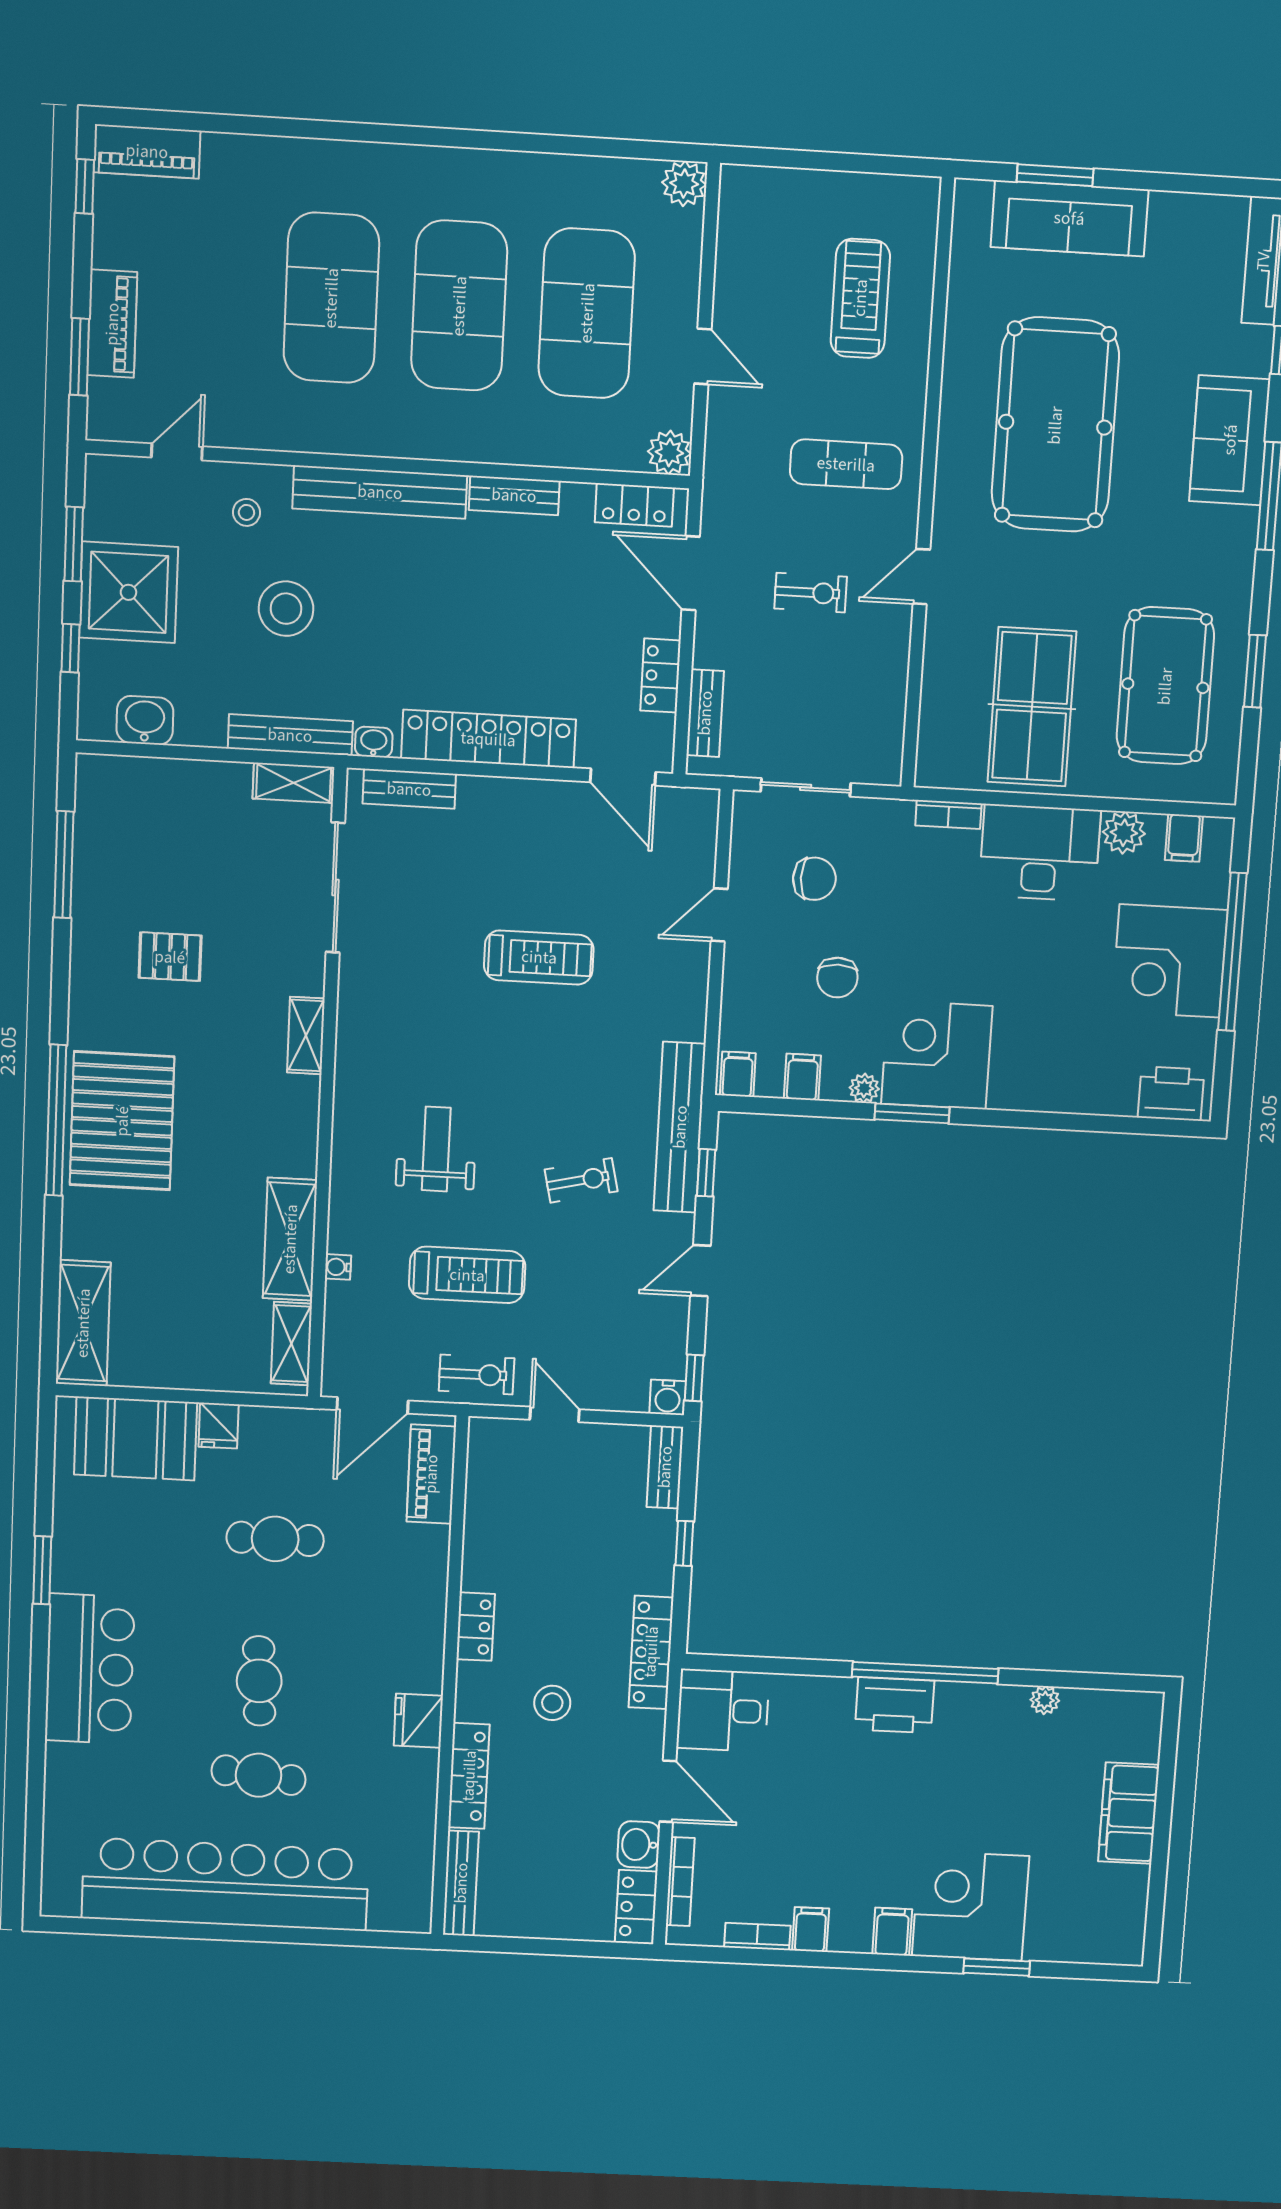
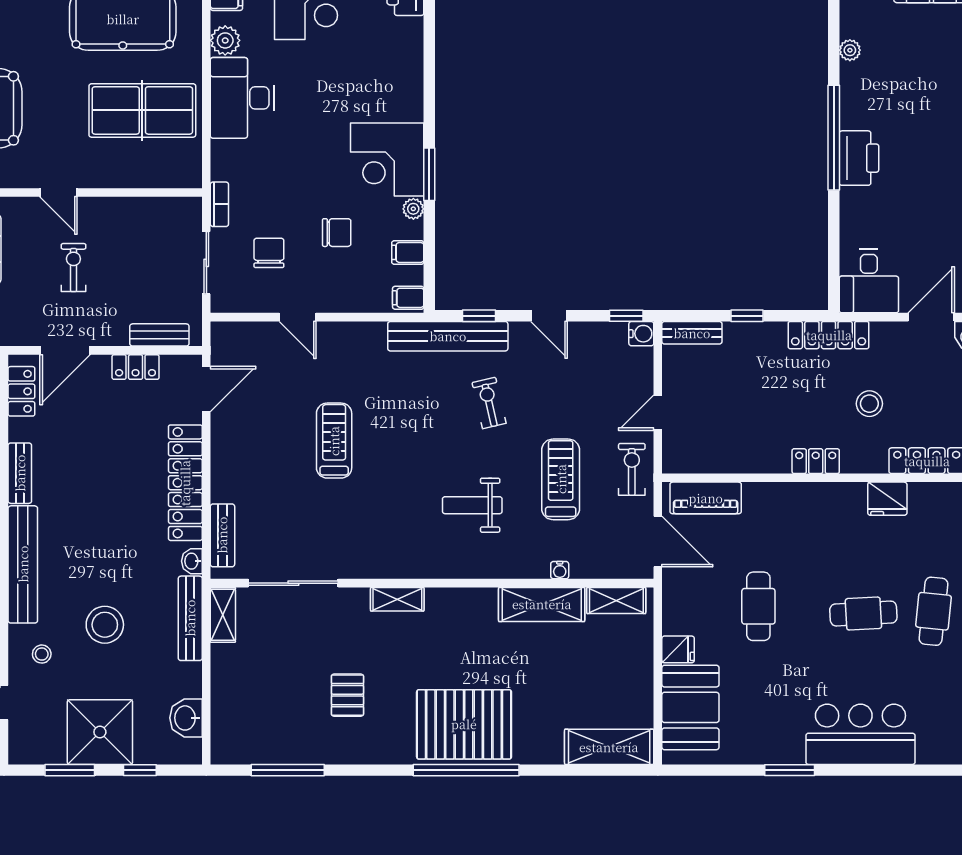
bookcase: (948, 814) -> (219, 204), moved

